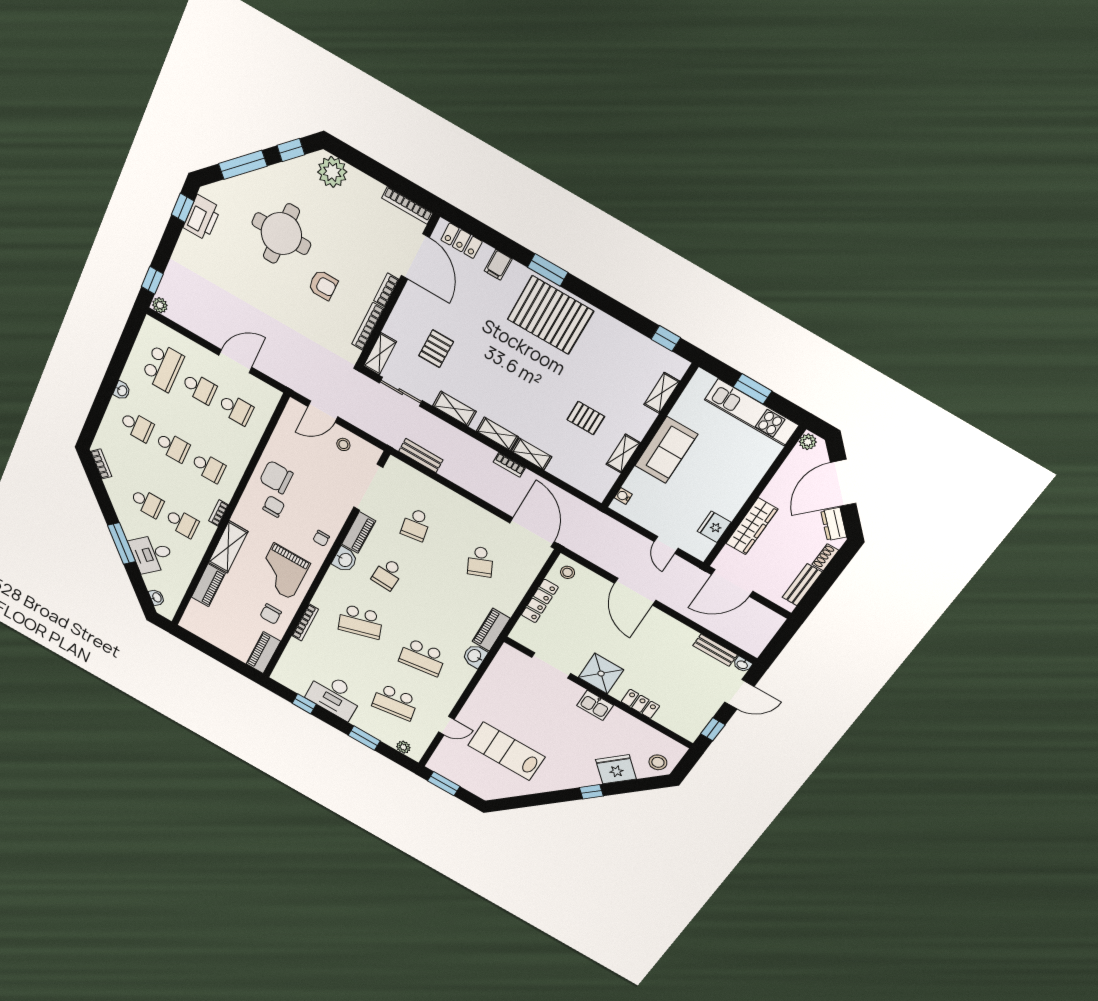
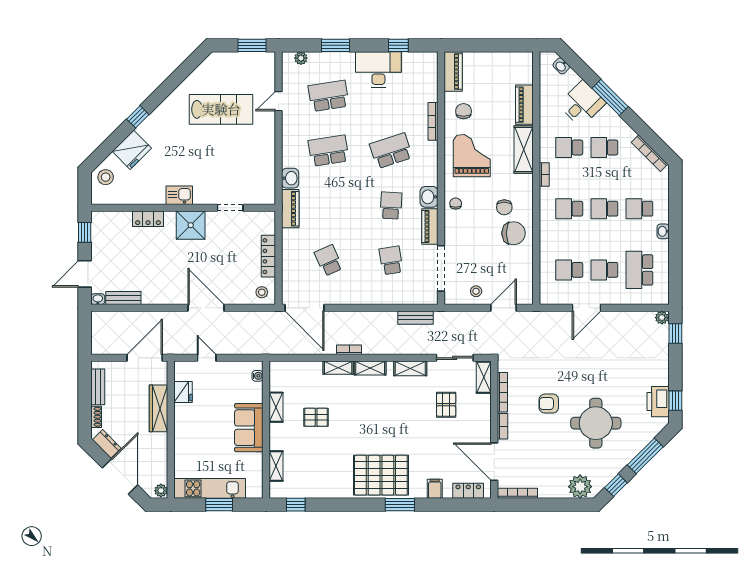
bookcase: (101, 464) -> (650, 153), width x1.56
doorway: (551, 665) -> (230, 208), width x0.73

